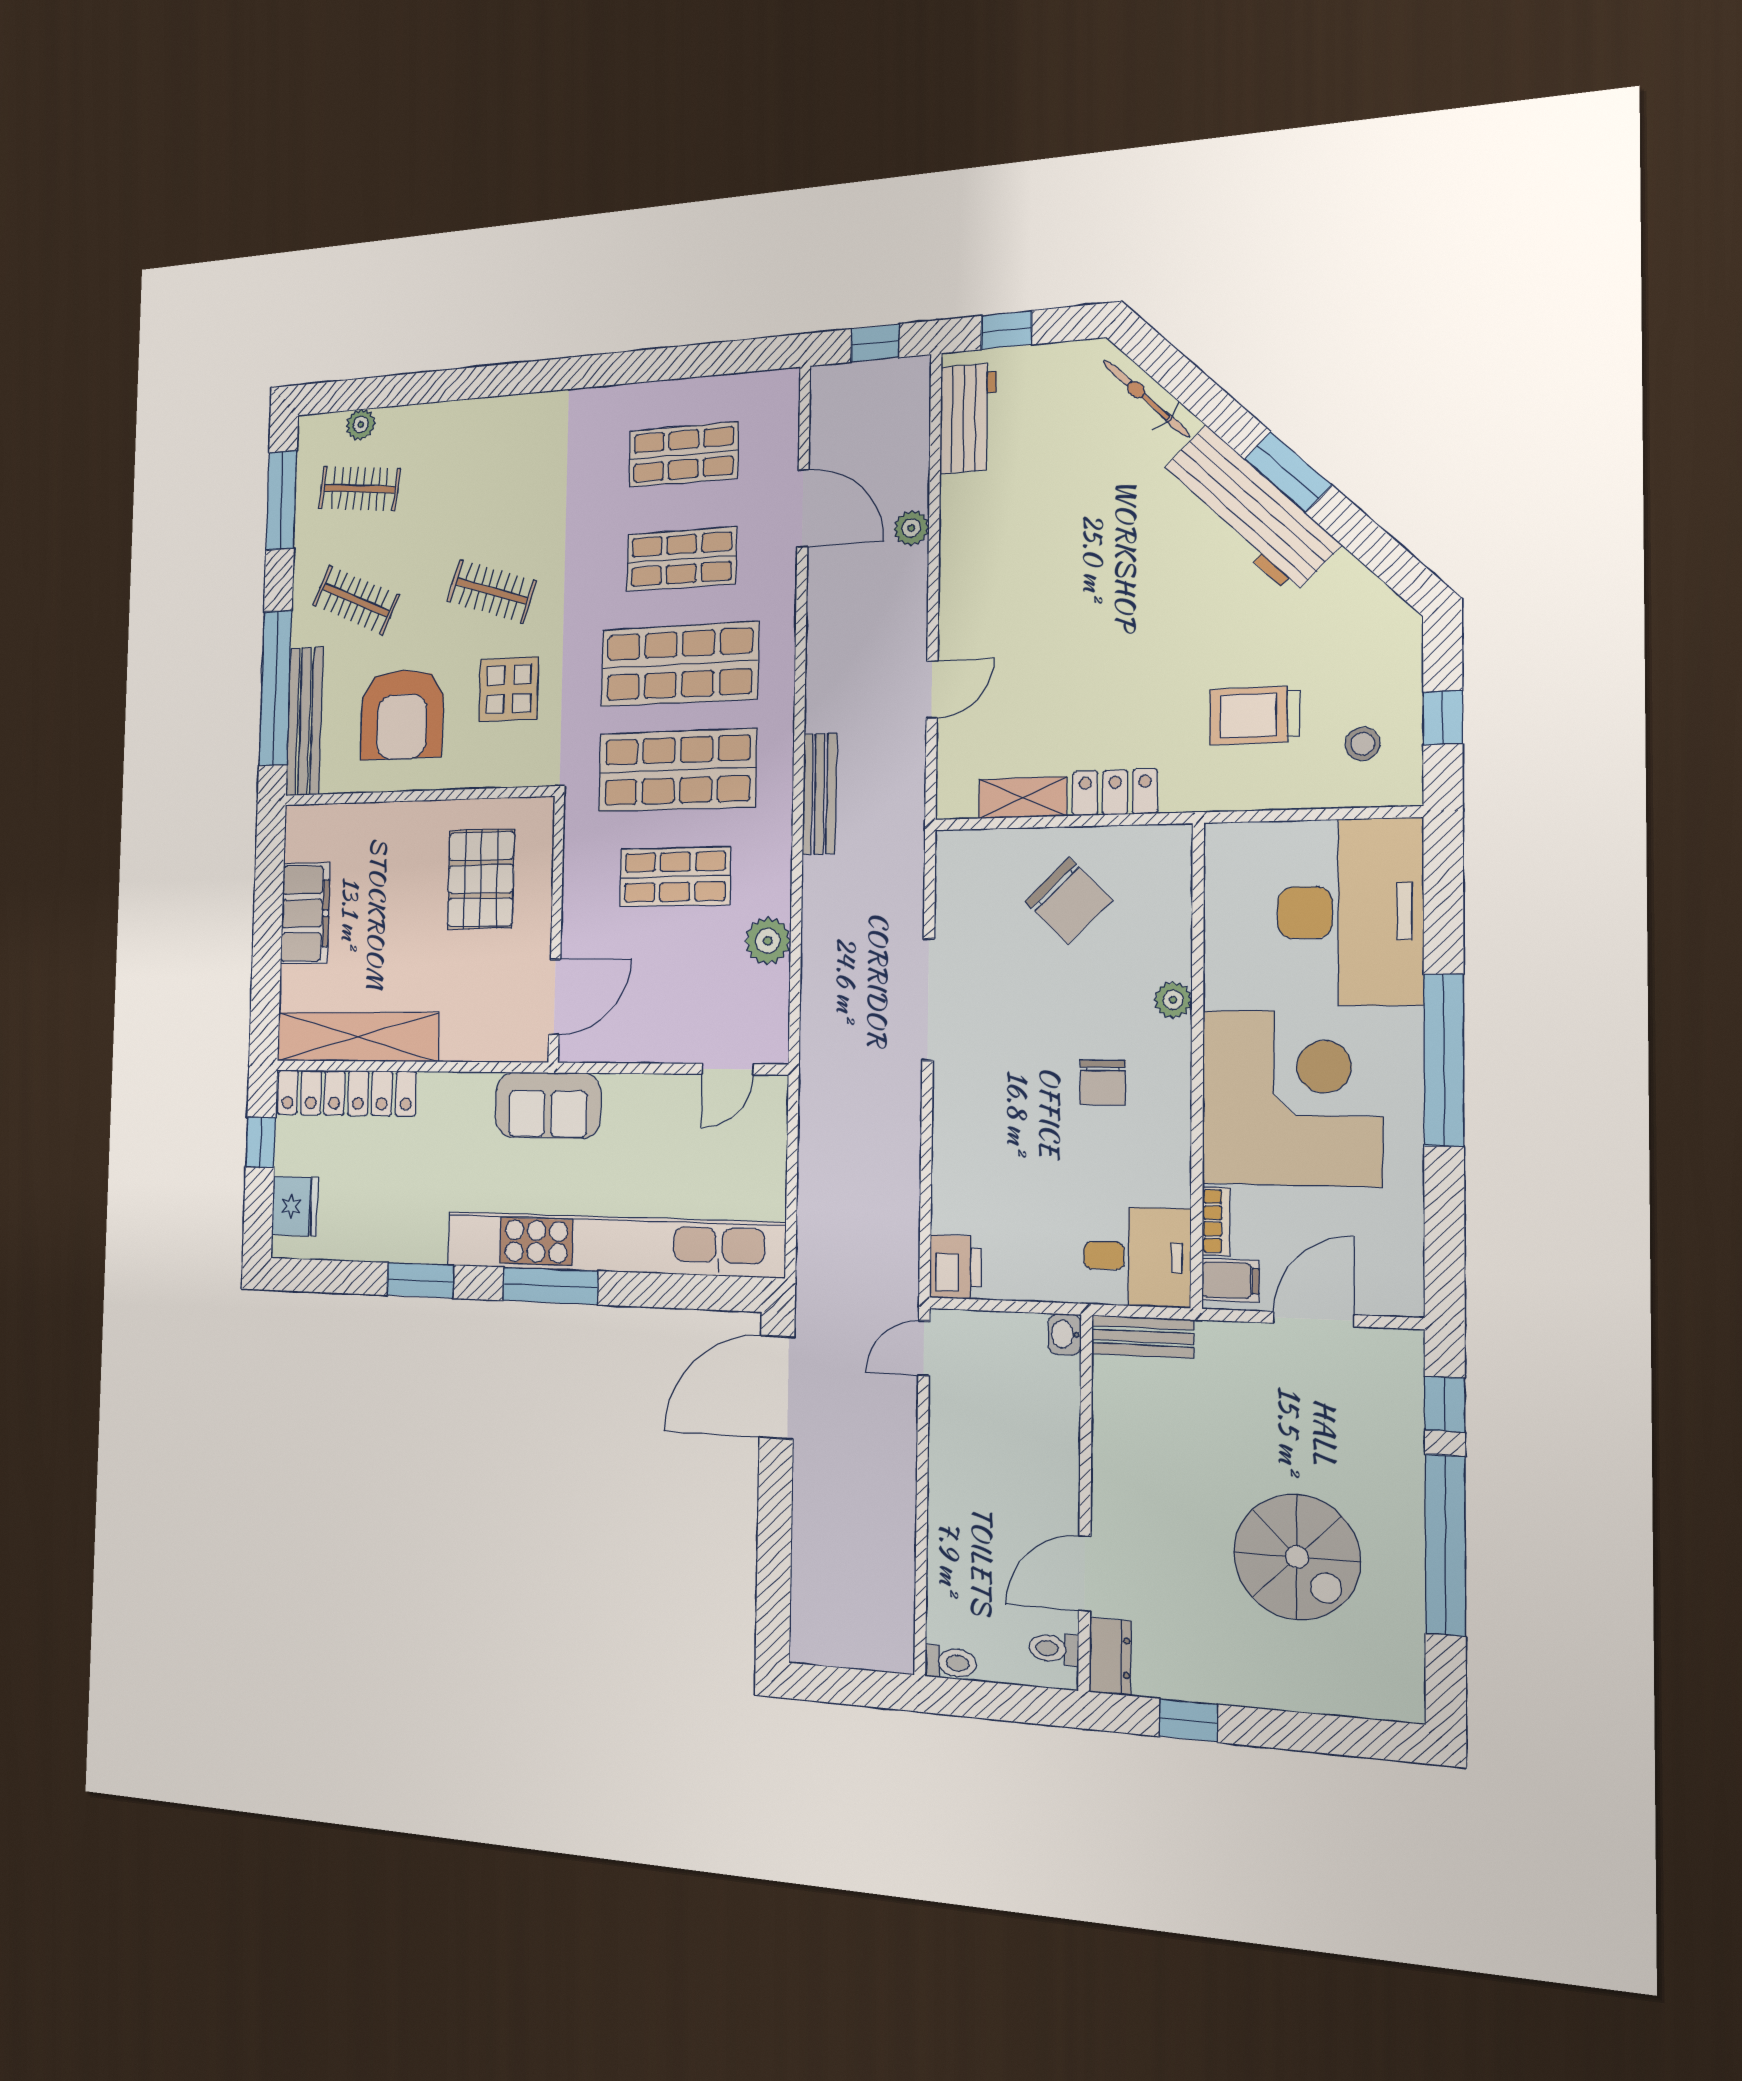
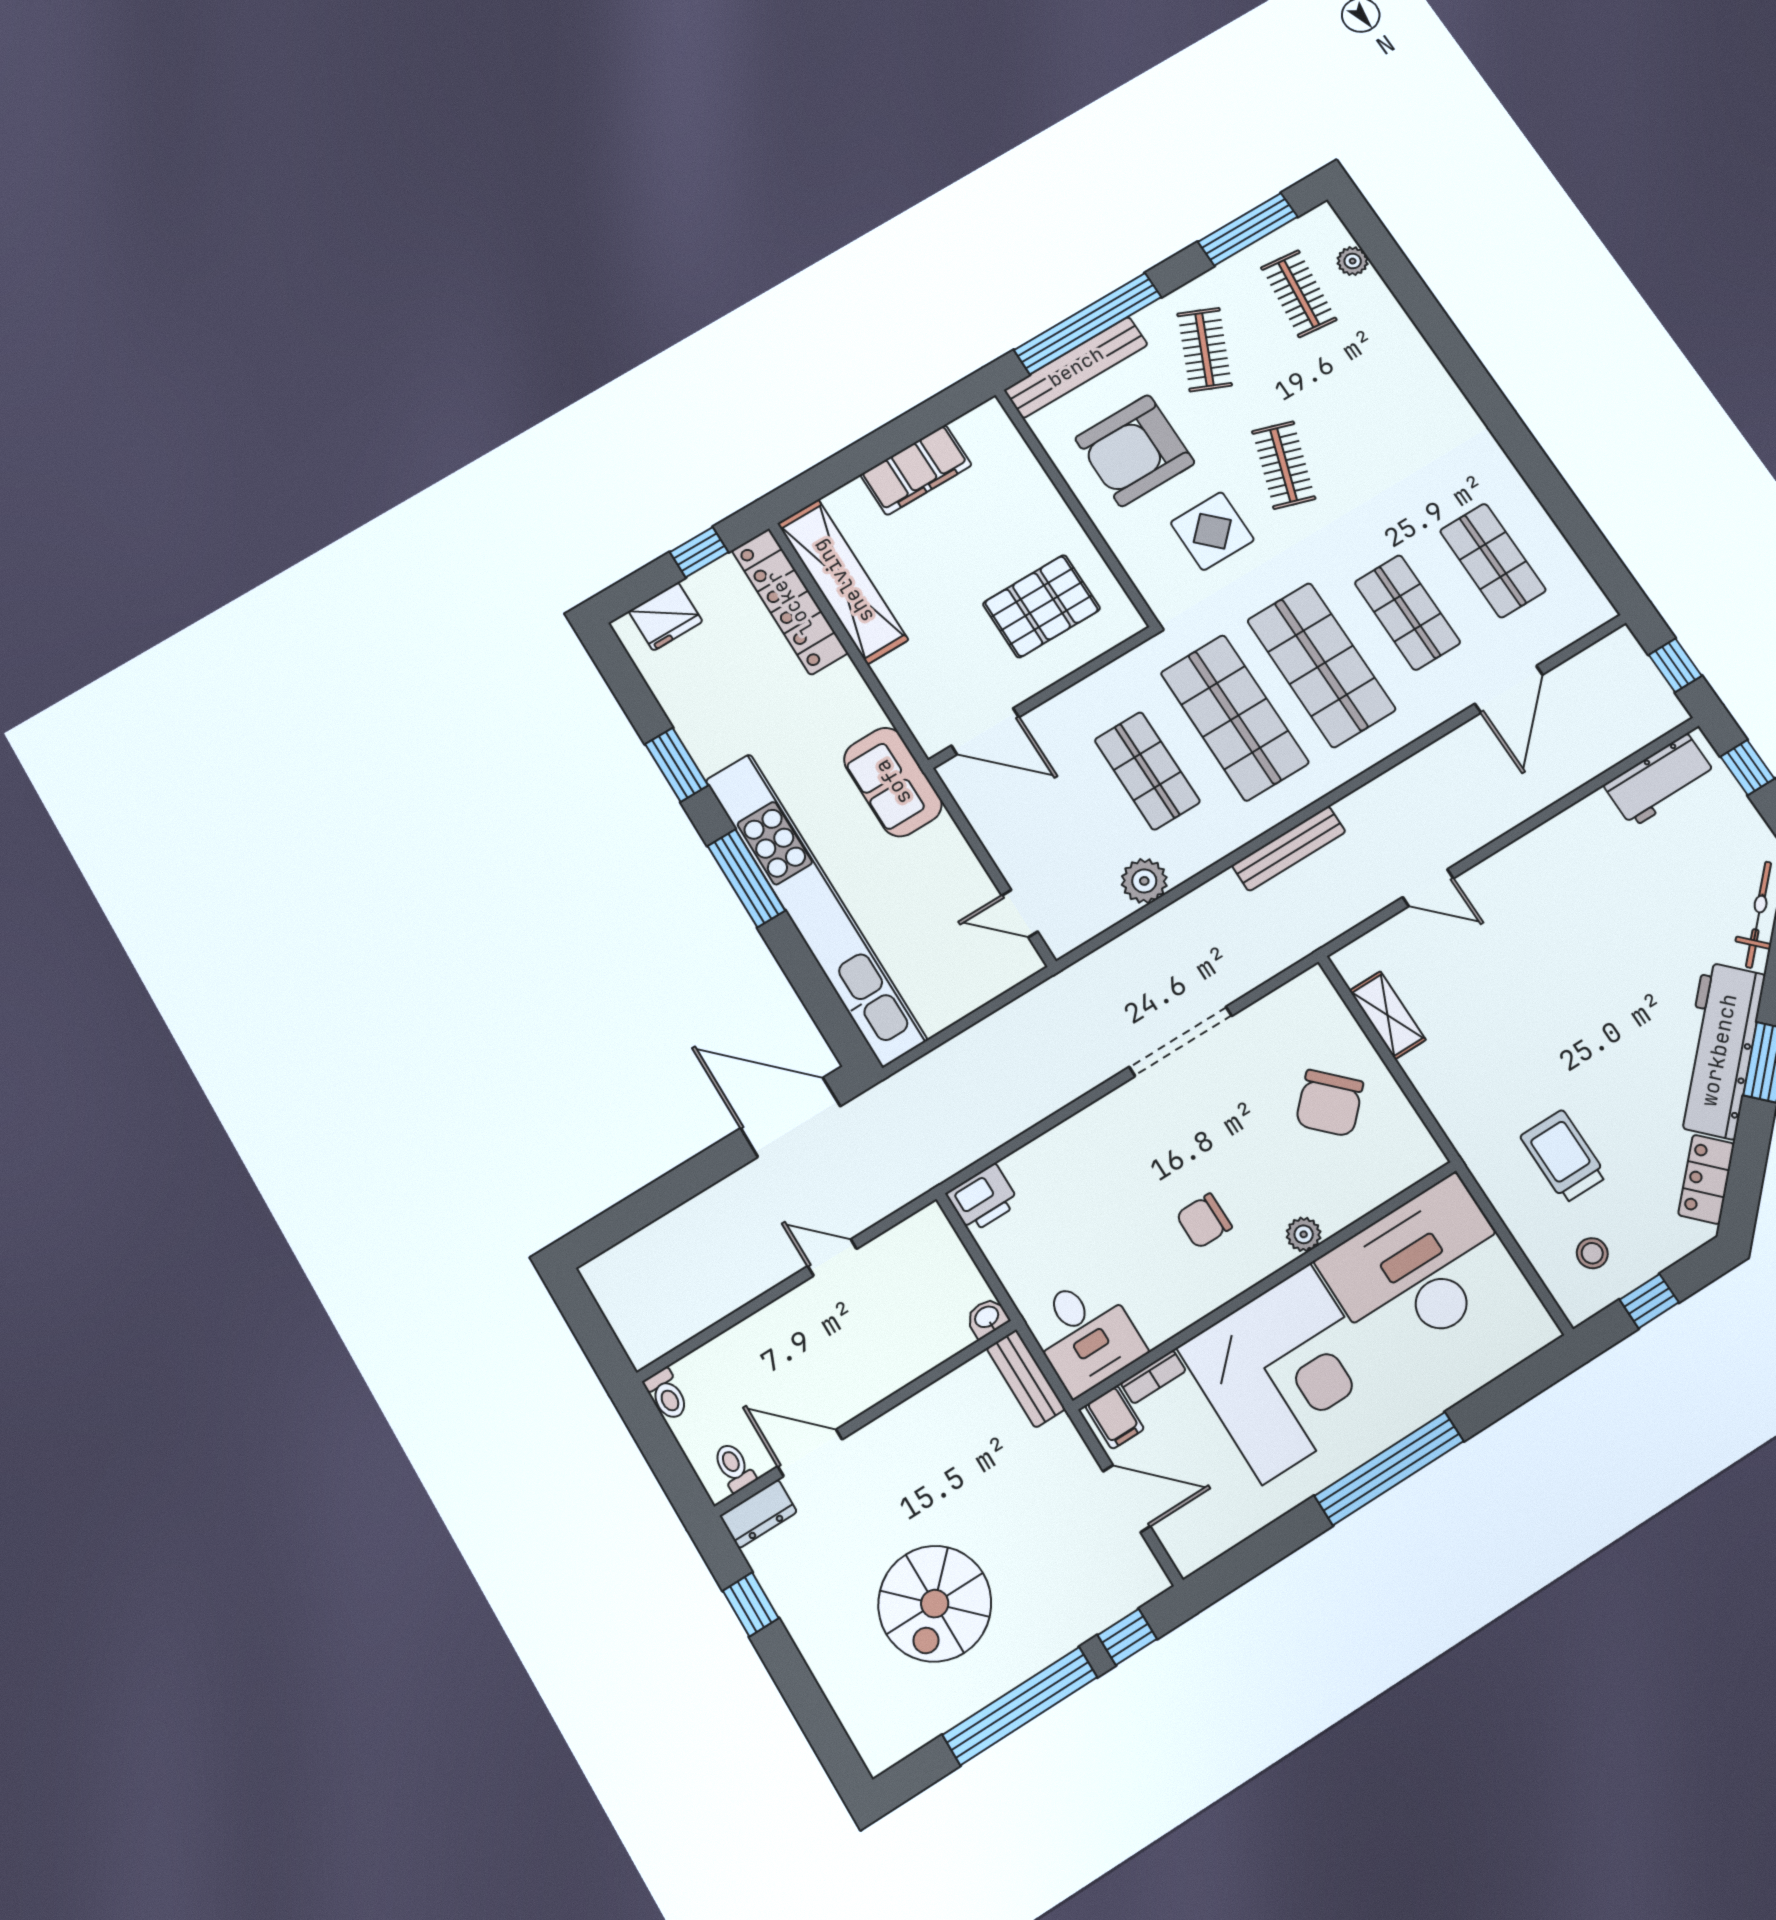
plant: (911, 528) -> (1546, 789), removed
locker: (1115, 792) -> (1706, 1179), moved, turned -135
desk: (1350, 912) -> (1419, 1270), moved, turned 180
door: (924, 1348) -> (832, 1257), moved

